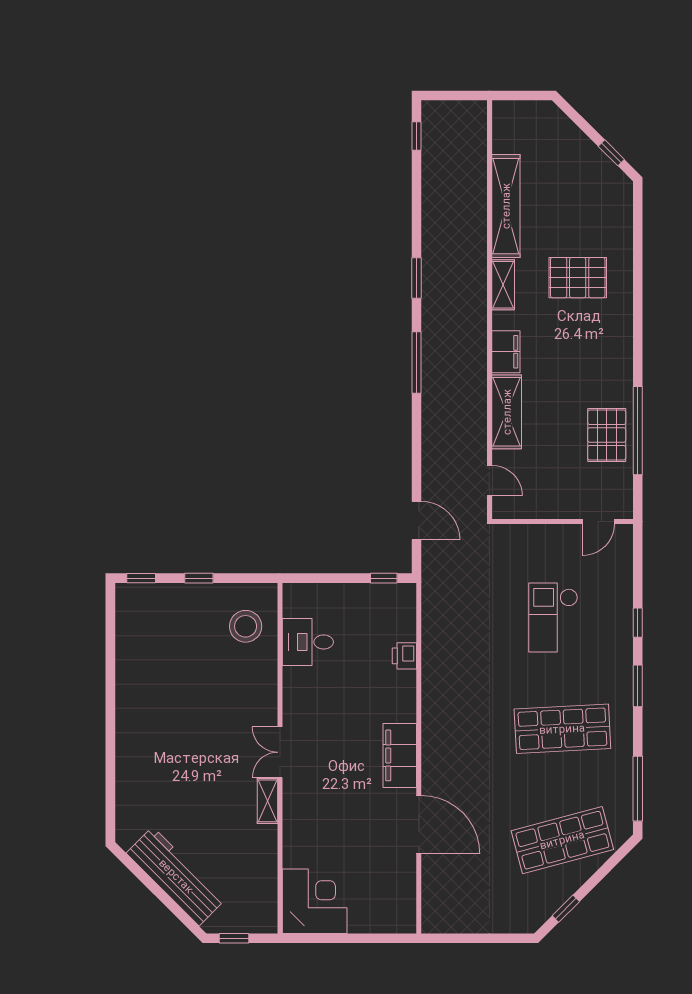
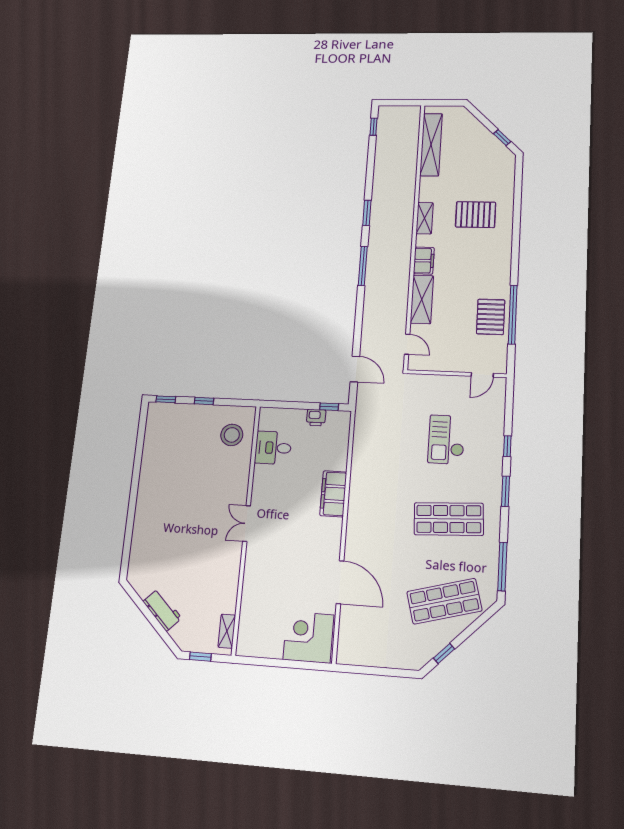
shelving: (506, 206) -> (431, 145), moved
printer: (404, 656) -> (316, 418), moved, turned -90
filing cabinet: (400, 755) -> (333, 494), moved
shelving: (267, 801) -> (227, 631), moved
workbench: (176, 876) -> (162, 610), width x0.53, depth x0.76
corner desk: (315, 901) -> (308, 637), moved, turned -90

